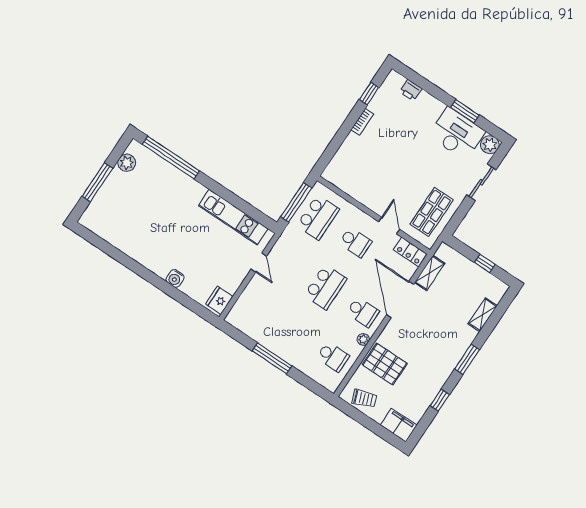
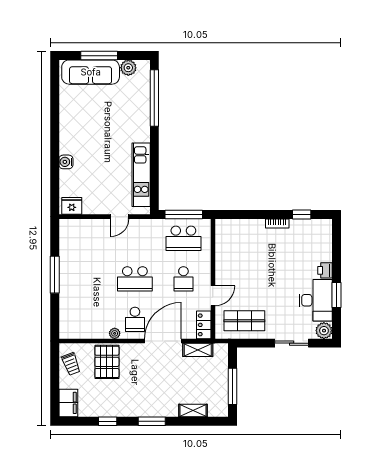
printer: (411, 90) -> (325, 270), moved
sofa: (107, 200) -> (91, 72), added
window: (485, 263) -> (232, 386), width x2.17
school desk: (333, 357) -> (86, 319), removed

